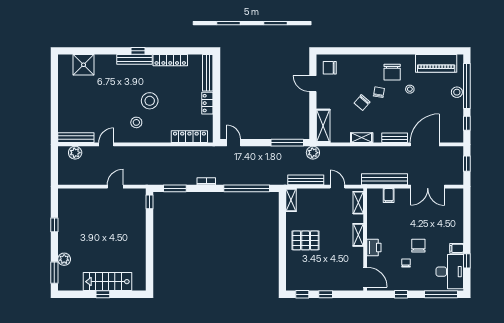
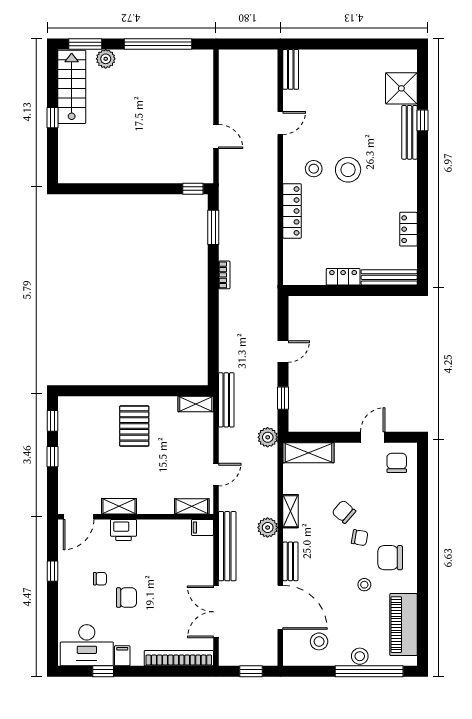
window: (138, 51) -> (422, 120), moved
bench: (134, 59) -> (410, 132), moved
locker: (170, 60) -> (408, 229), width x0.66
stool: (150, 101) -> (348, 170), moved
stool: (447, 119) -> (319, 641), added
window: (467, 123) -> (312, 671), removed
locker: (189, 137) -> (292, 211), moved
bench: (76, 138) -> (291, 69), width x0.73
door: (234, 143) -> (283, 352), moved
window: (287, 143) -> (283, 398), width x0.46
door: (106, 144) -> (280, 123), hinge flipped
plant: (75, 153) -> (268, 527), moved
bench: (306, 180) -> (226, 400), moved
window: (247, 188) -> (213, 336), removed
filing cabinet: (389, 196) -> (202, 527), moved
bookcase: (458, 211) -> (179, 658), added
window: (54, 225) -> (158, 44), width x3.17
shelving: (358, 235) -> (119, 506), moved
stairs: (108, 282) -> (72, 87), moved
window: (441, 294) -> (52, 632), removed

